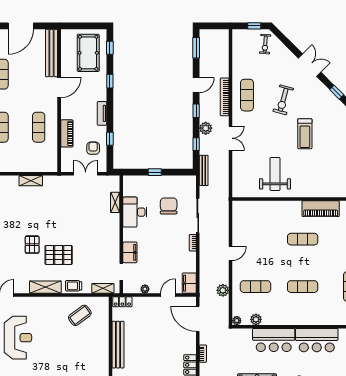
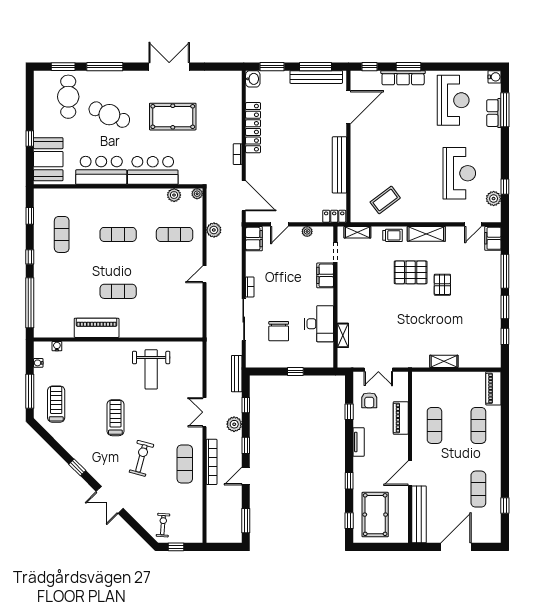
reception desk: (18, 338) -> (459, 173), turned 180

